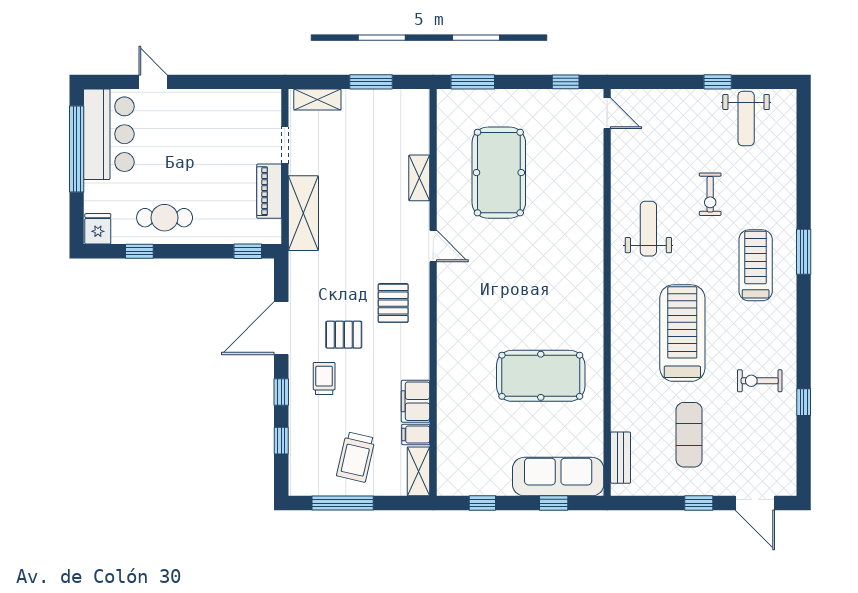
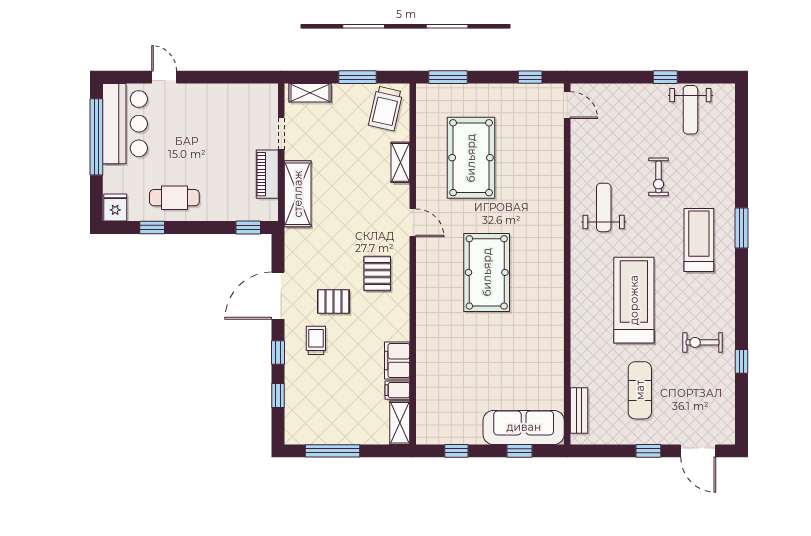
pool table: (541, 376) -> (487, 272), moved, turned 90
trolley: (356, 457) -> (386, 109), moved

